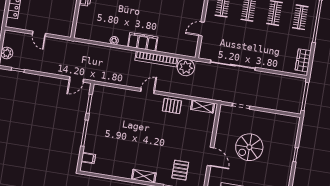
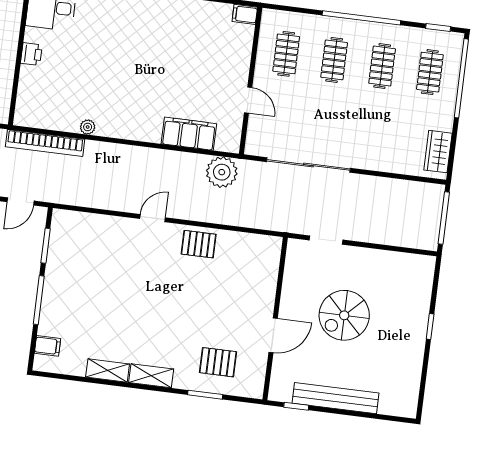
door: (201, 29) -> (248, 100), swing flipped
filing cabinet: (143, 42) -> (189, 134), moved
bookcase: (156, 59) -> (45, 143), moved
shelving: (203, 106) -> (108, 371), moved
door: (211, 157) -> (273, 335), hinge flipped
pallet: (180, 170) -> (218, 362), turned 90

